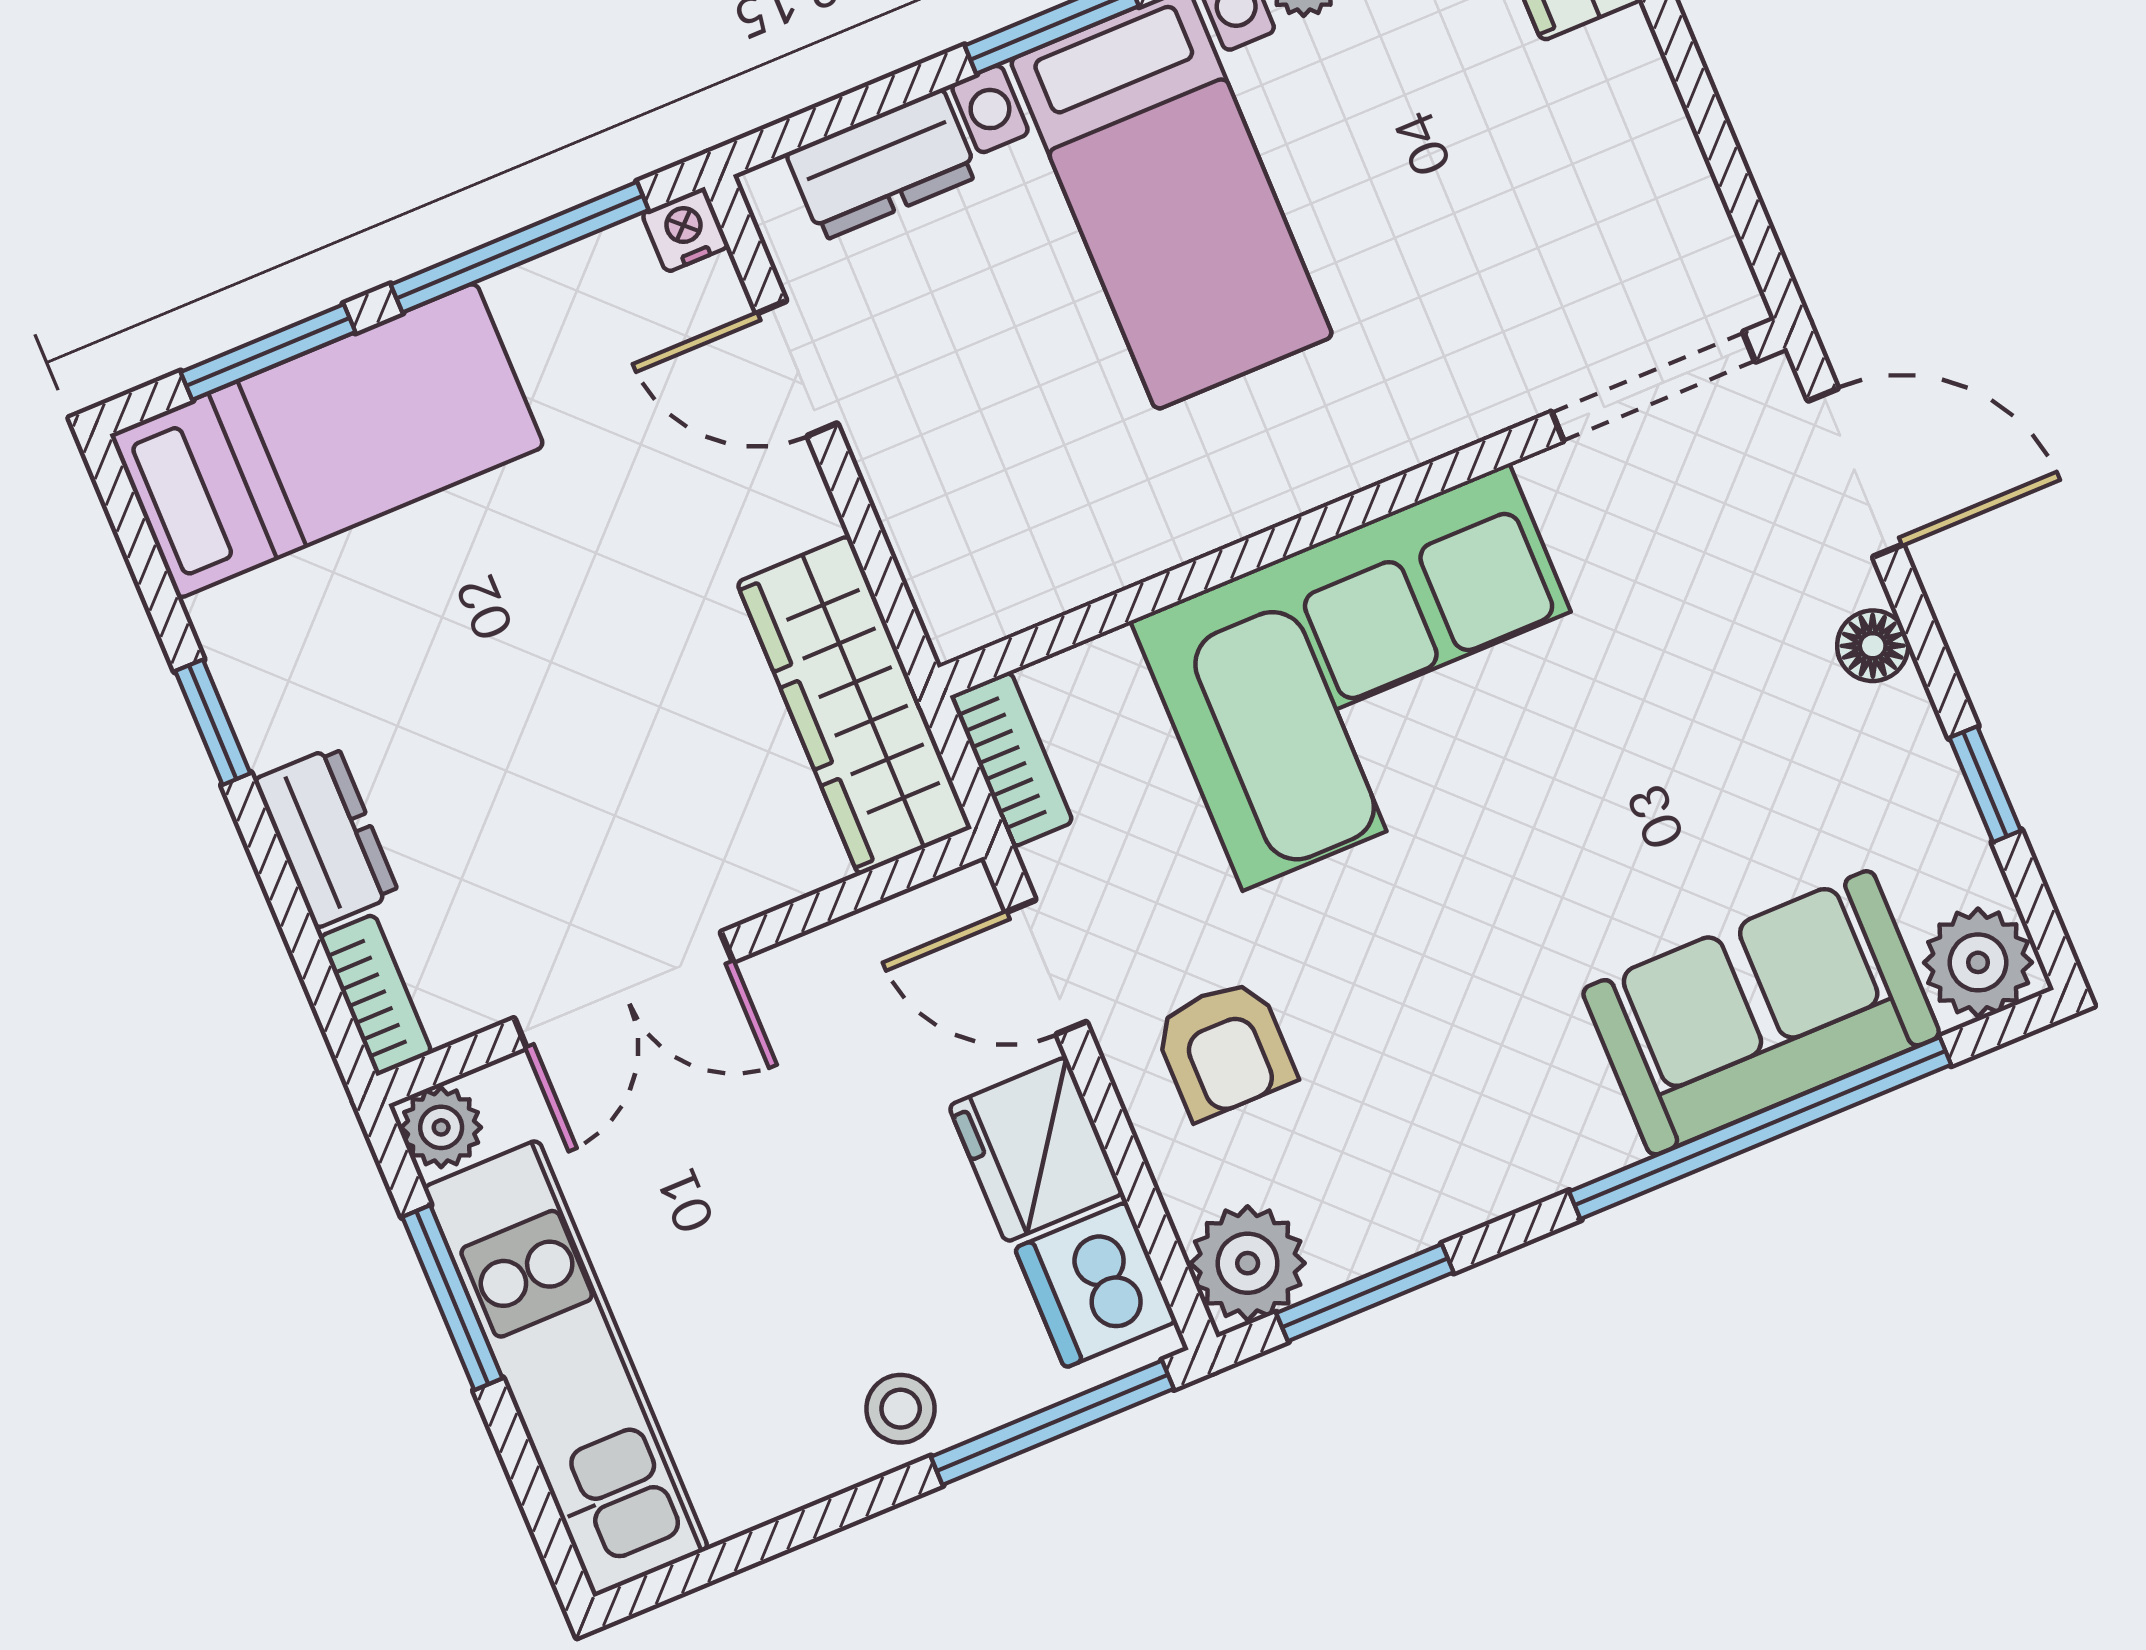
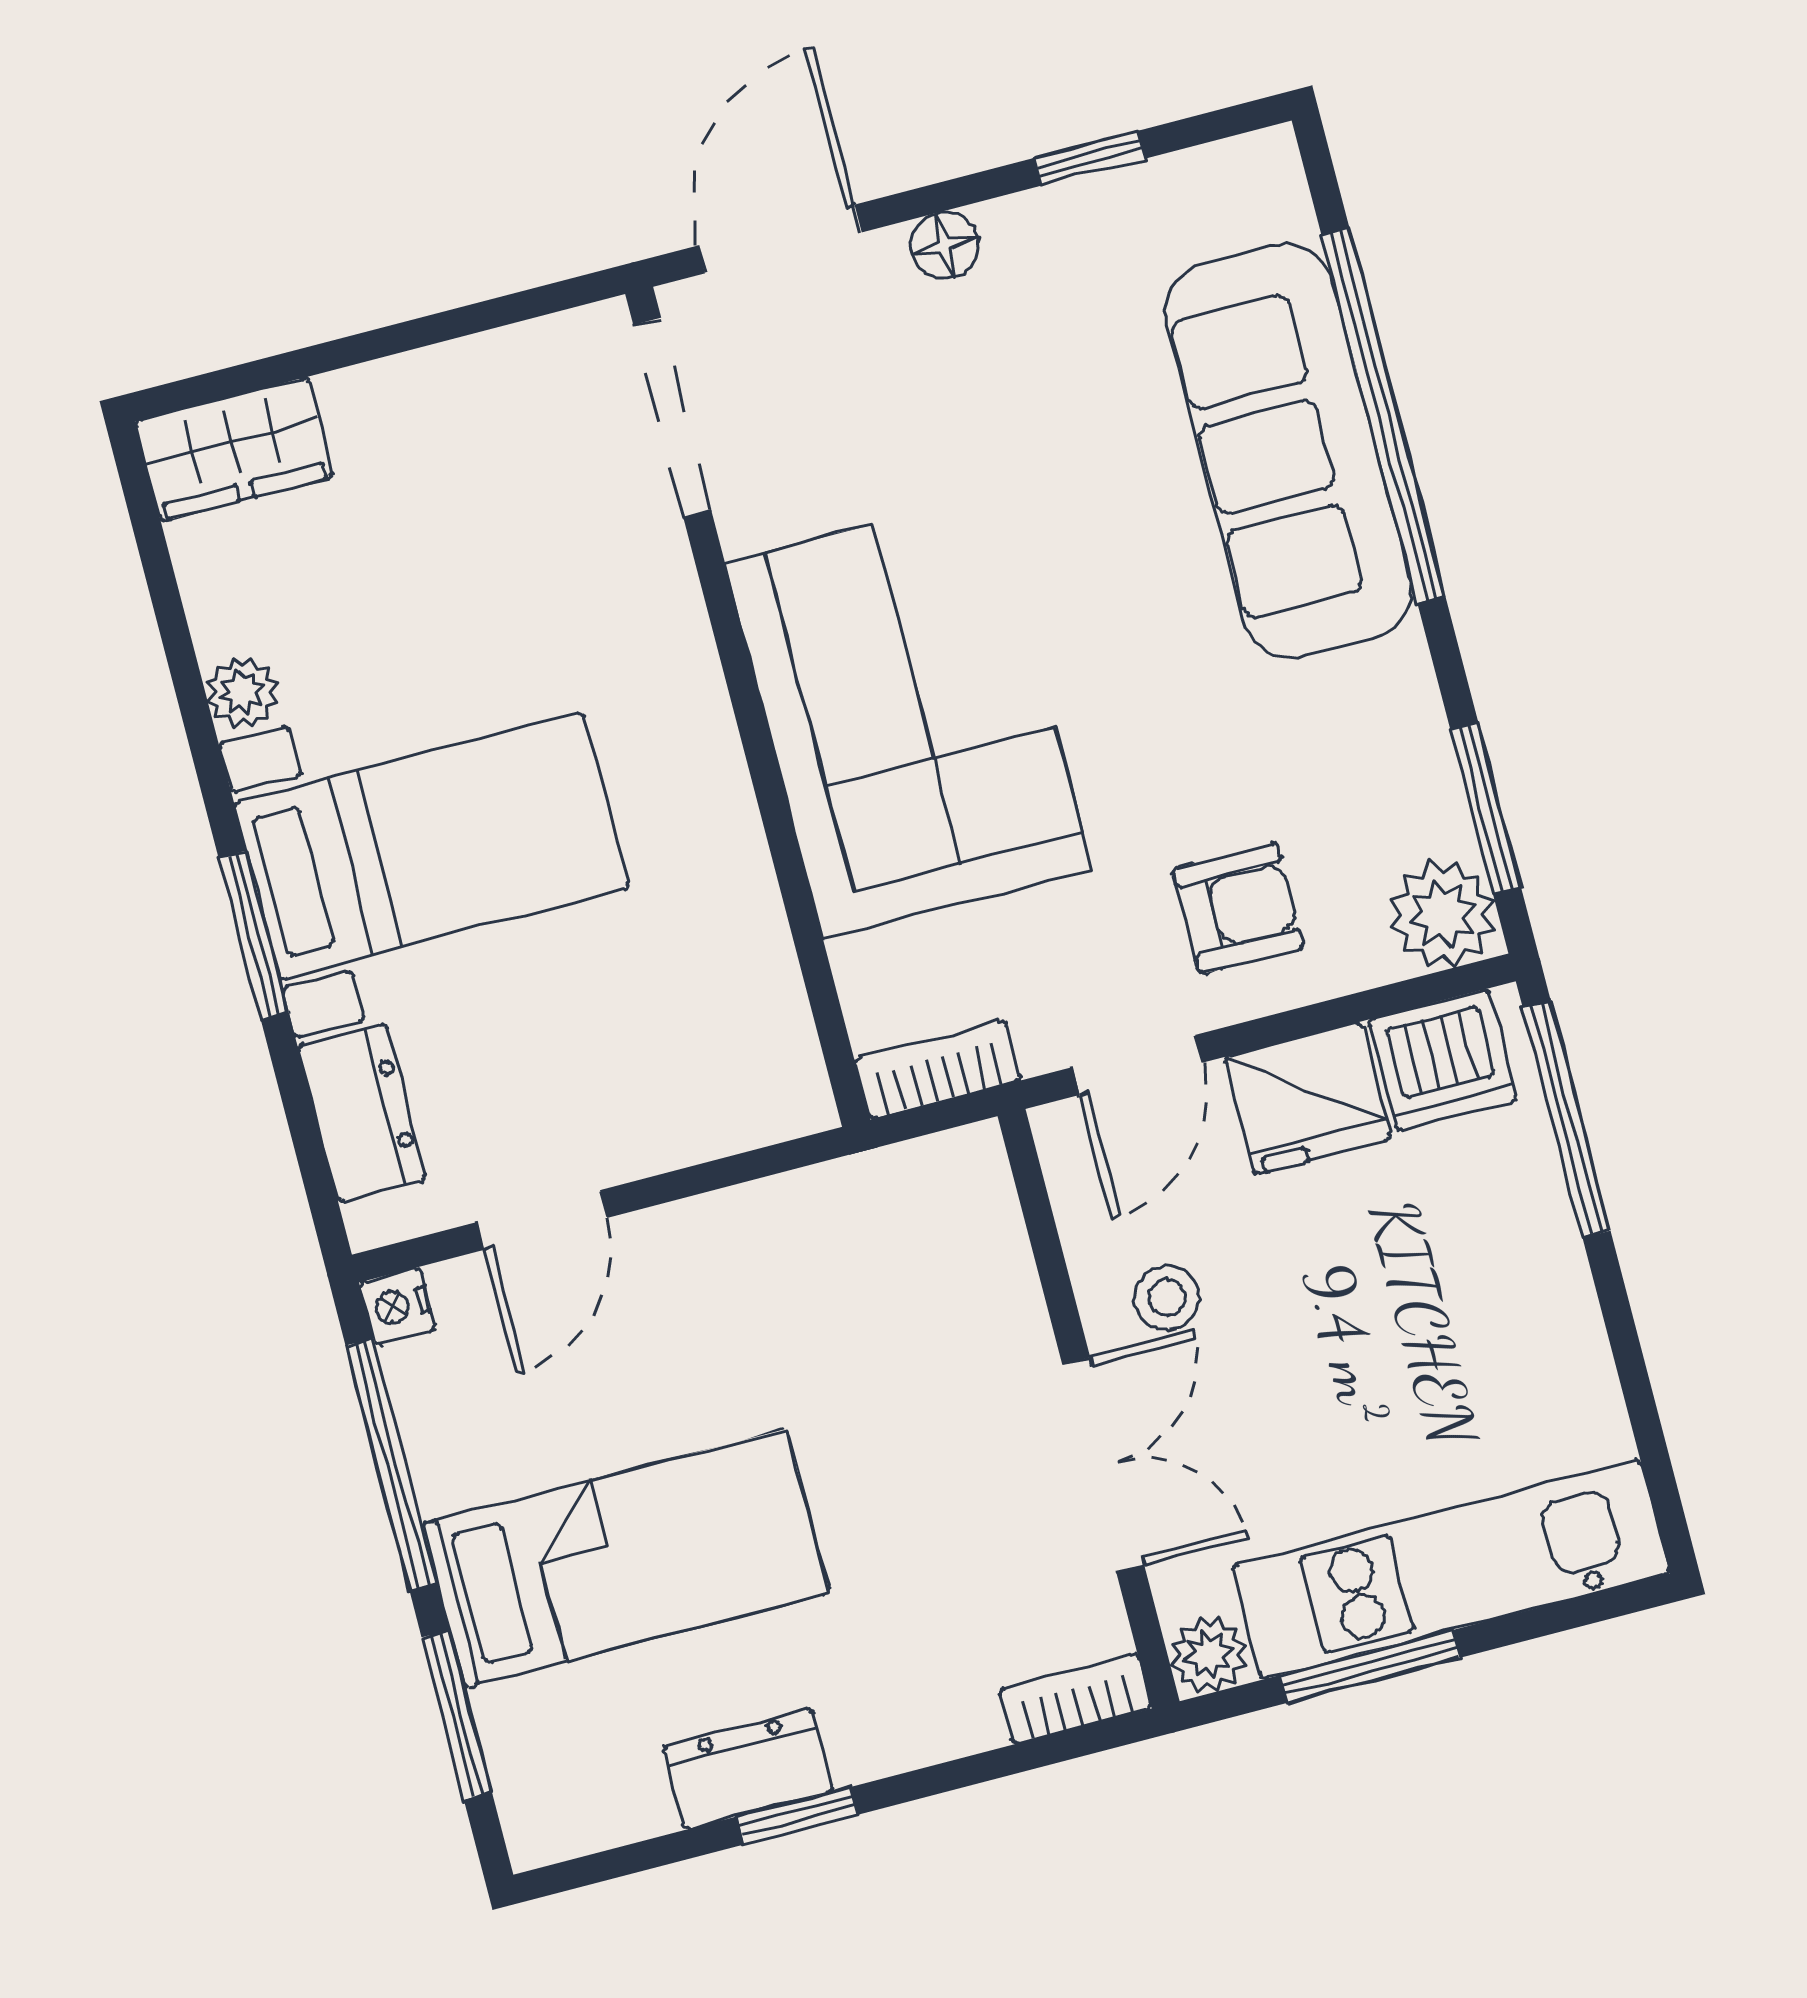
bed: (327, 441) -> (625, 1558), moved, turned 90
wardrobe: (854, 705) -> (866, 1211), removed
dresser: (326, 837) -> (748, 1769), moved
plant: (1978, 962) -> (1256, 188), removed
sofa: (1761, 1013) -> (1288, 451), width x1.36
stool: (901, 1409) -> (1167, 1298), moved

